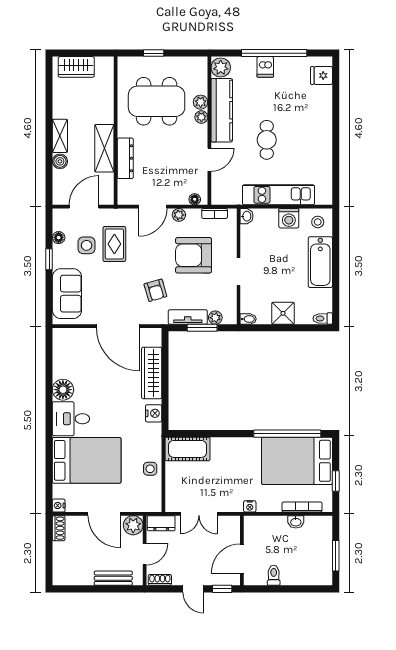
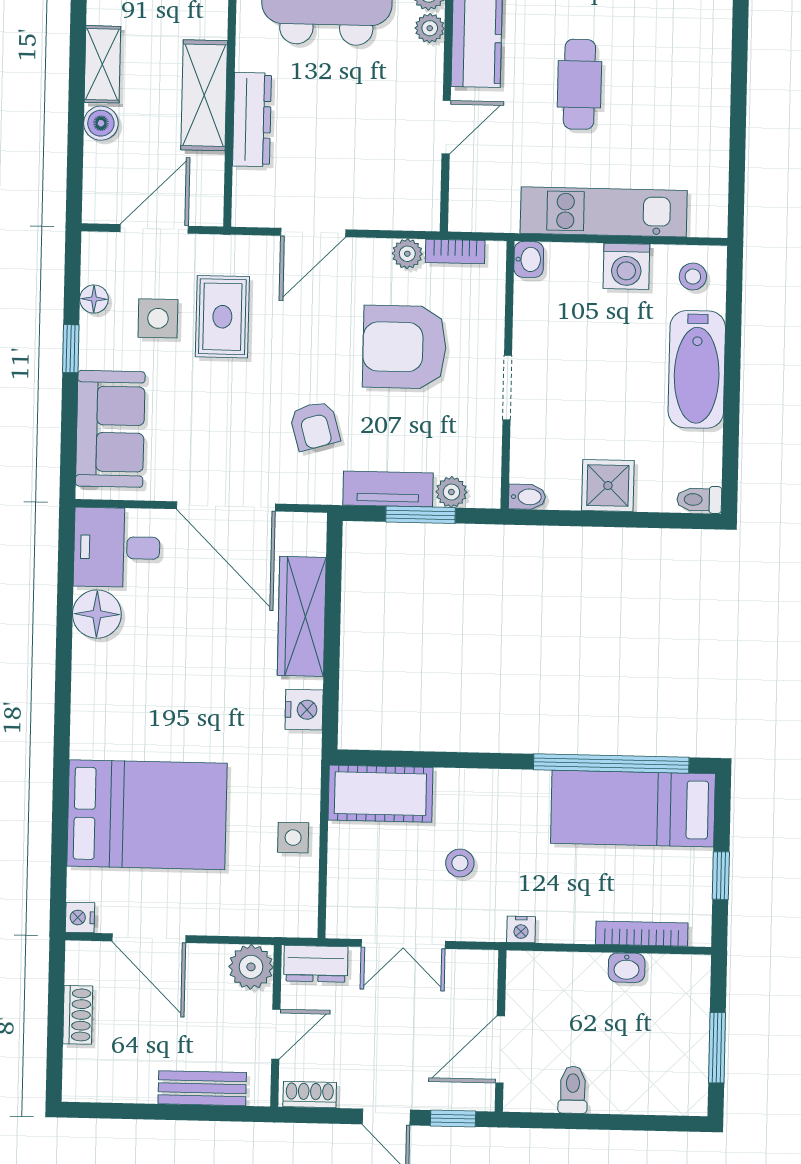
floor lamp: (195, 199) -> (410, 218), removed
plant: (179, 215) -> (407, 254), moved
floor lamp: (63, 390) -> (97, 614), moved
desk: (71, 419) -> (117, 547), moved
bed: (297, 461) -> (633, 809), width x0.67
stool: (223, 478) -> (460, 863), added
door: (104, 514) -> (149, 938), moved
shoe rack: (59, 528) -> (78, 1015), moved

